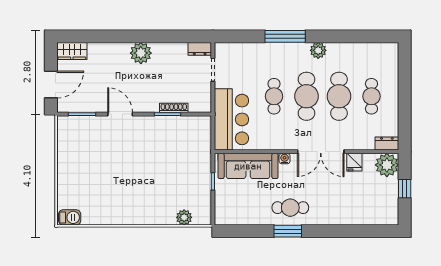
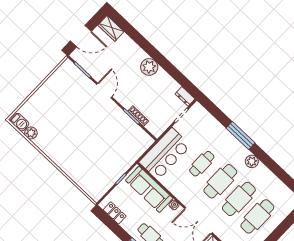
cafe table: (371, 96) -> (257, 216), width x1.37, depth x1.35
plant: (184, 217) -> (31, 133), moved
locker: (237, 218) -> (115, 213), added

